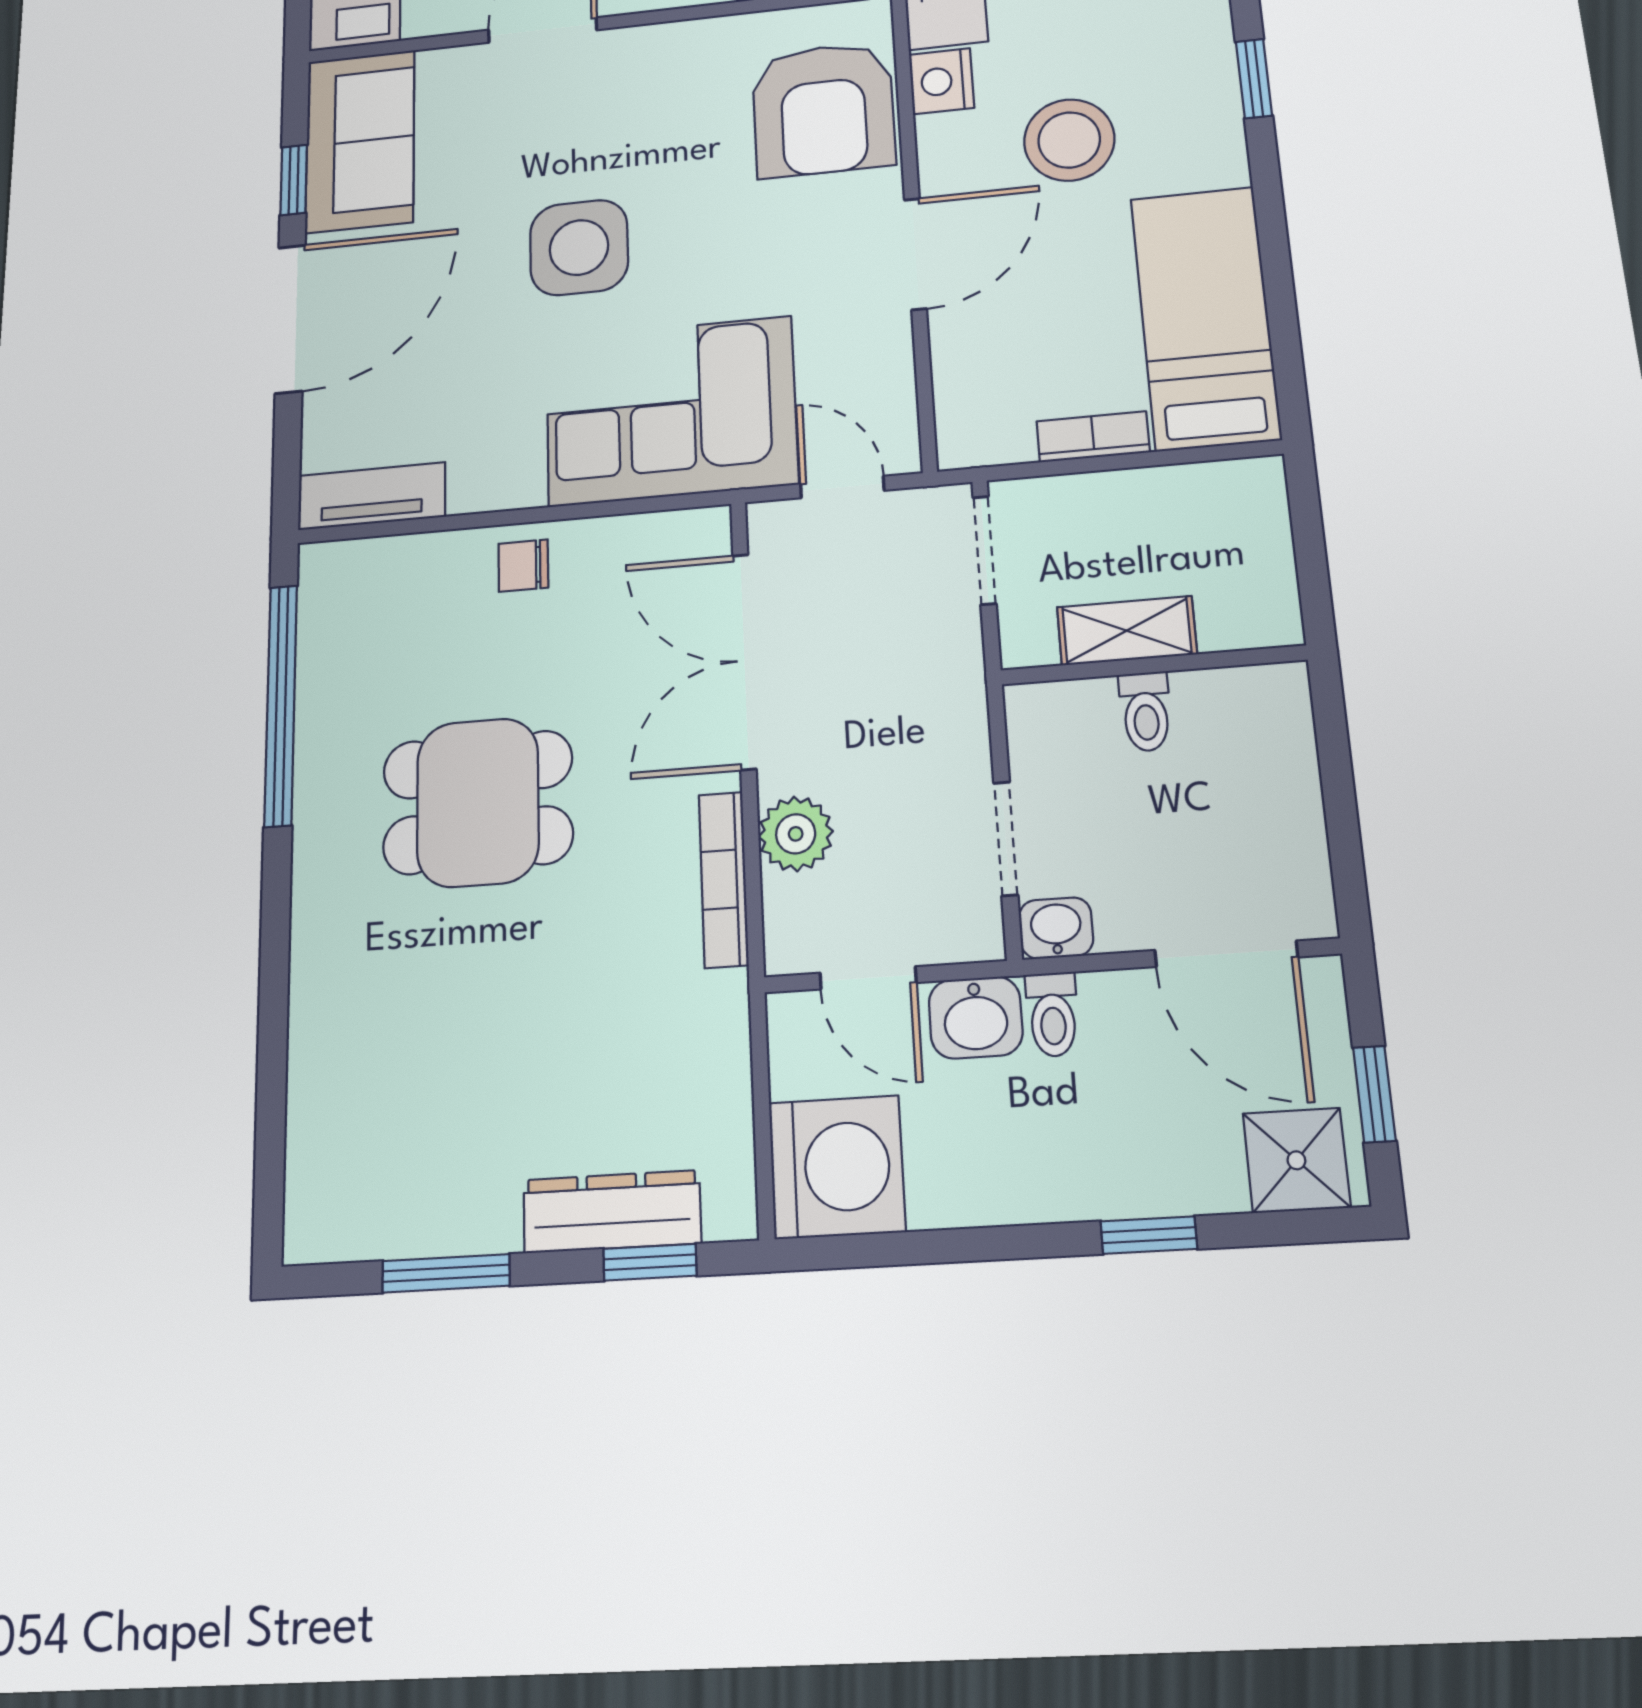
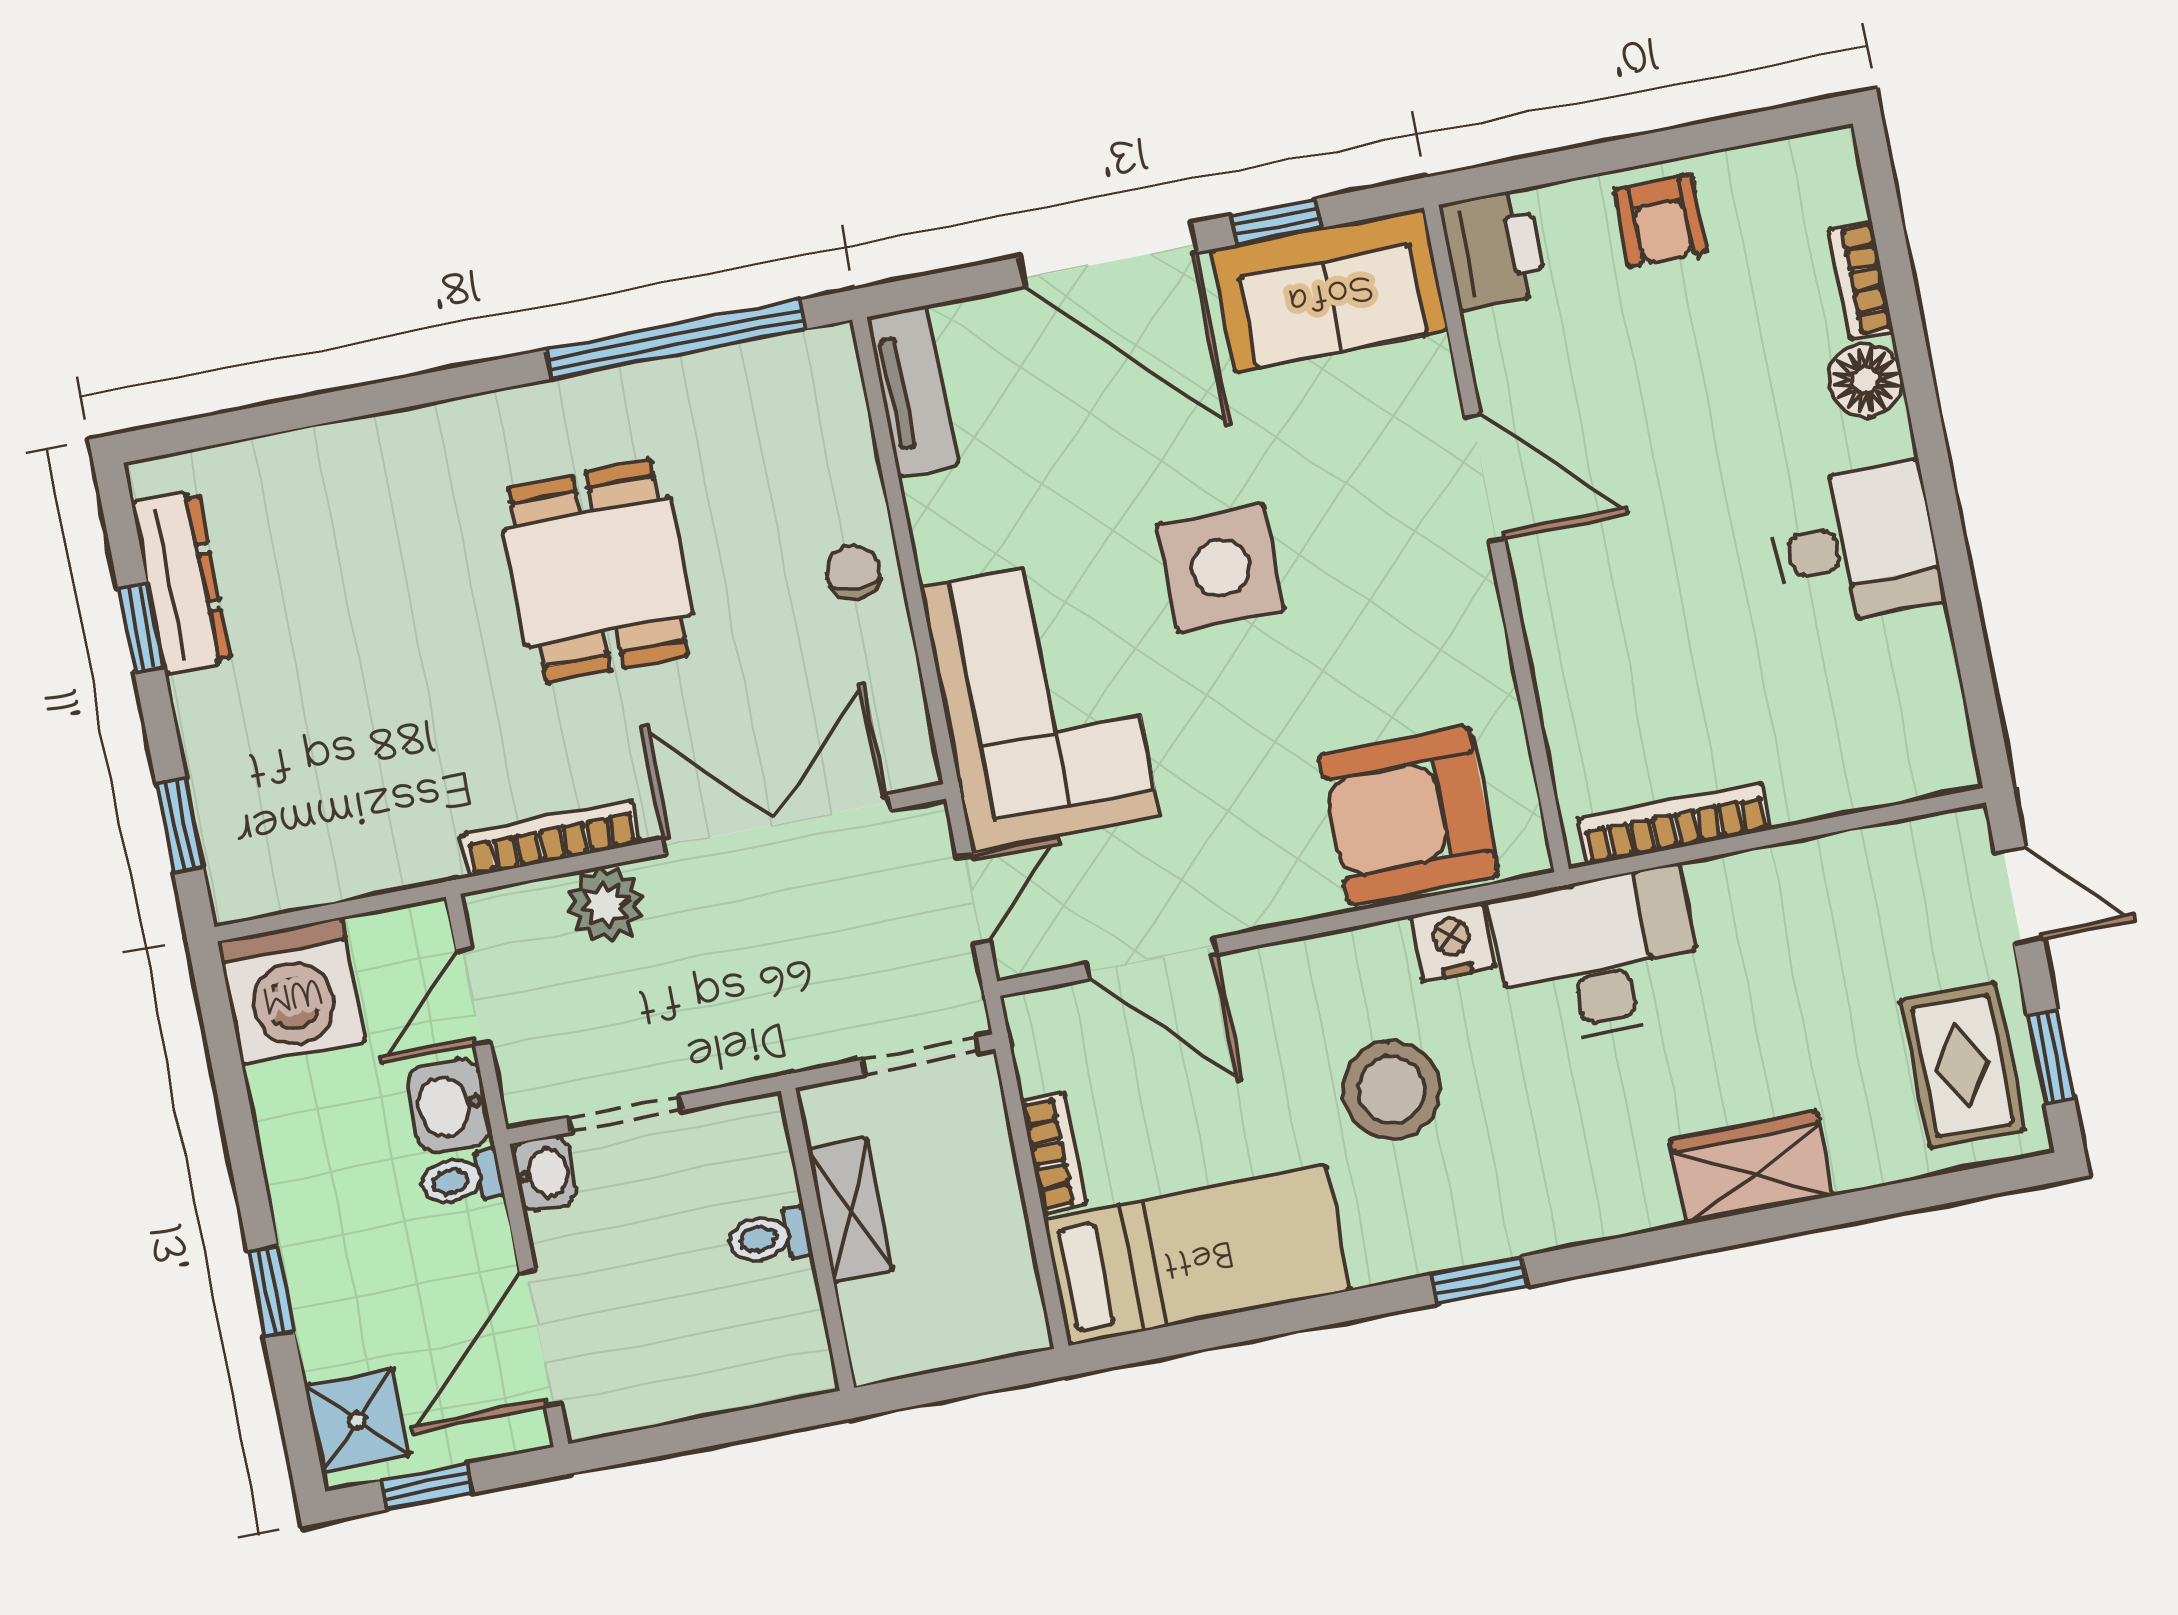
door: (915, 254) -> (1152, 959), moved
dresser: (612, 1212) -> (182, 582), moved
window: (446, 1273) -> (141, 628), width x0.67

